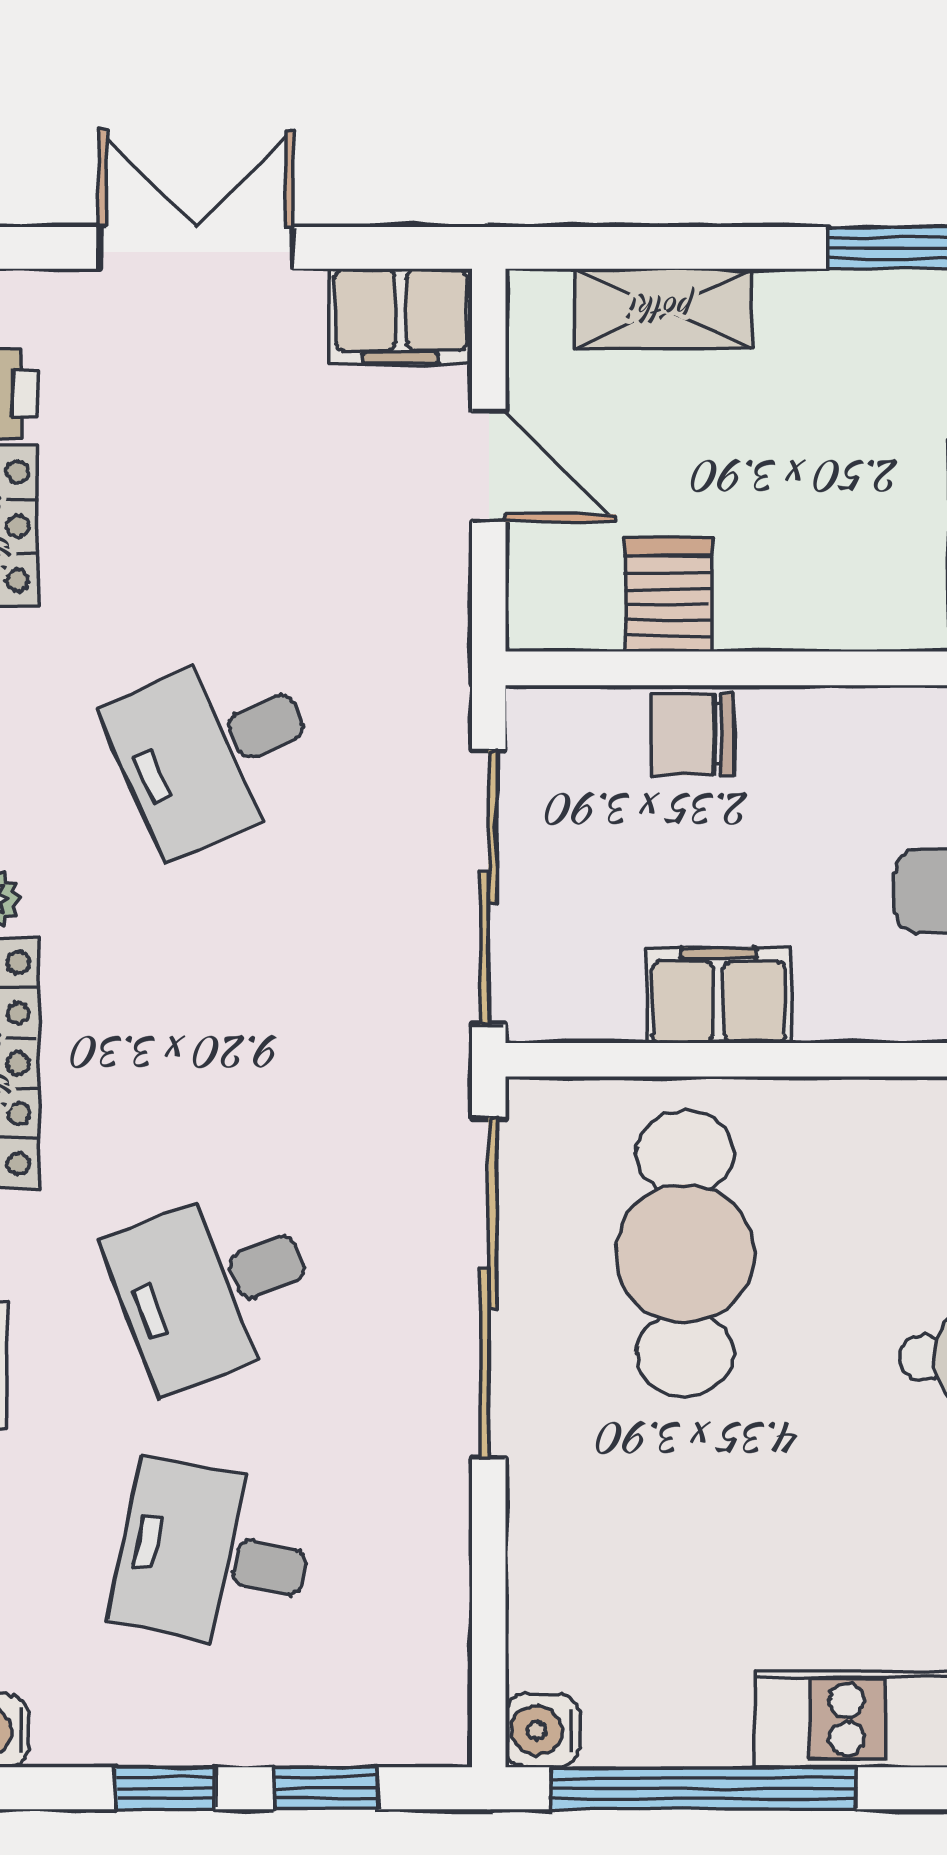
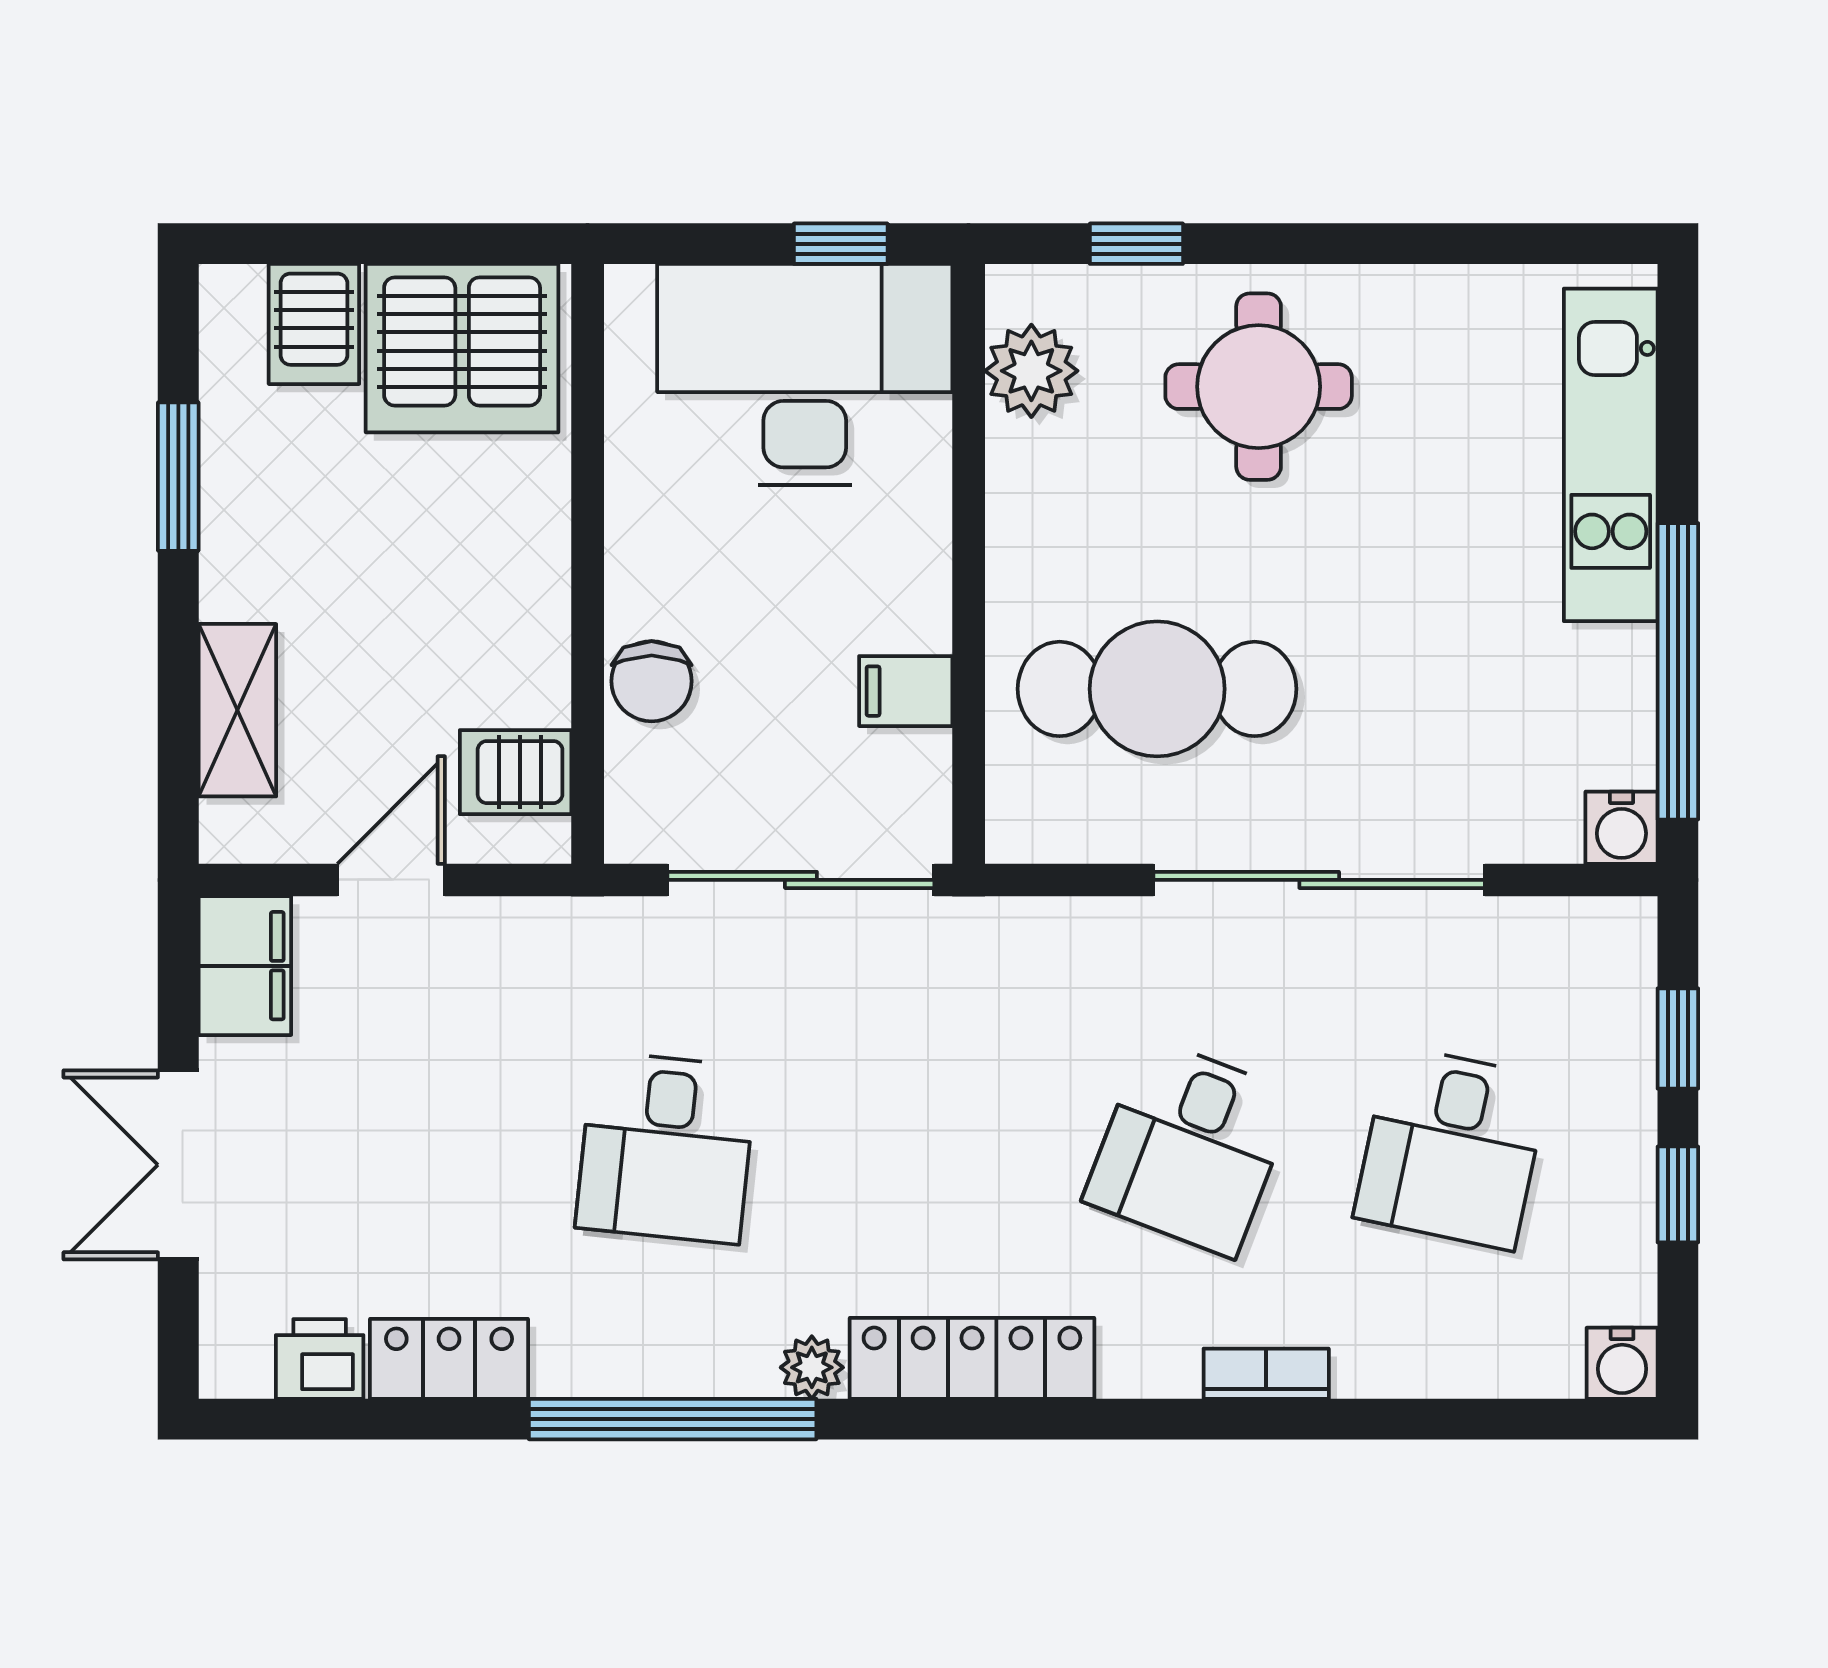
server rack: (668, 594) -> (516, 772), moved
desk: (214, 749) -> (666, 1147), turned 30
filing cabinet: (719, 995) -> (906, 691), width x0.50
desk: (214, 1287) -> (1190, 1147), turned 42
sliding door: (489, 1288) -> (1319, 880), moved

